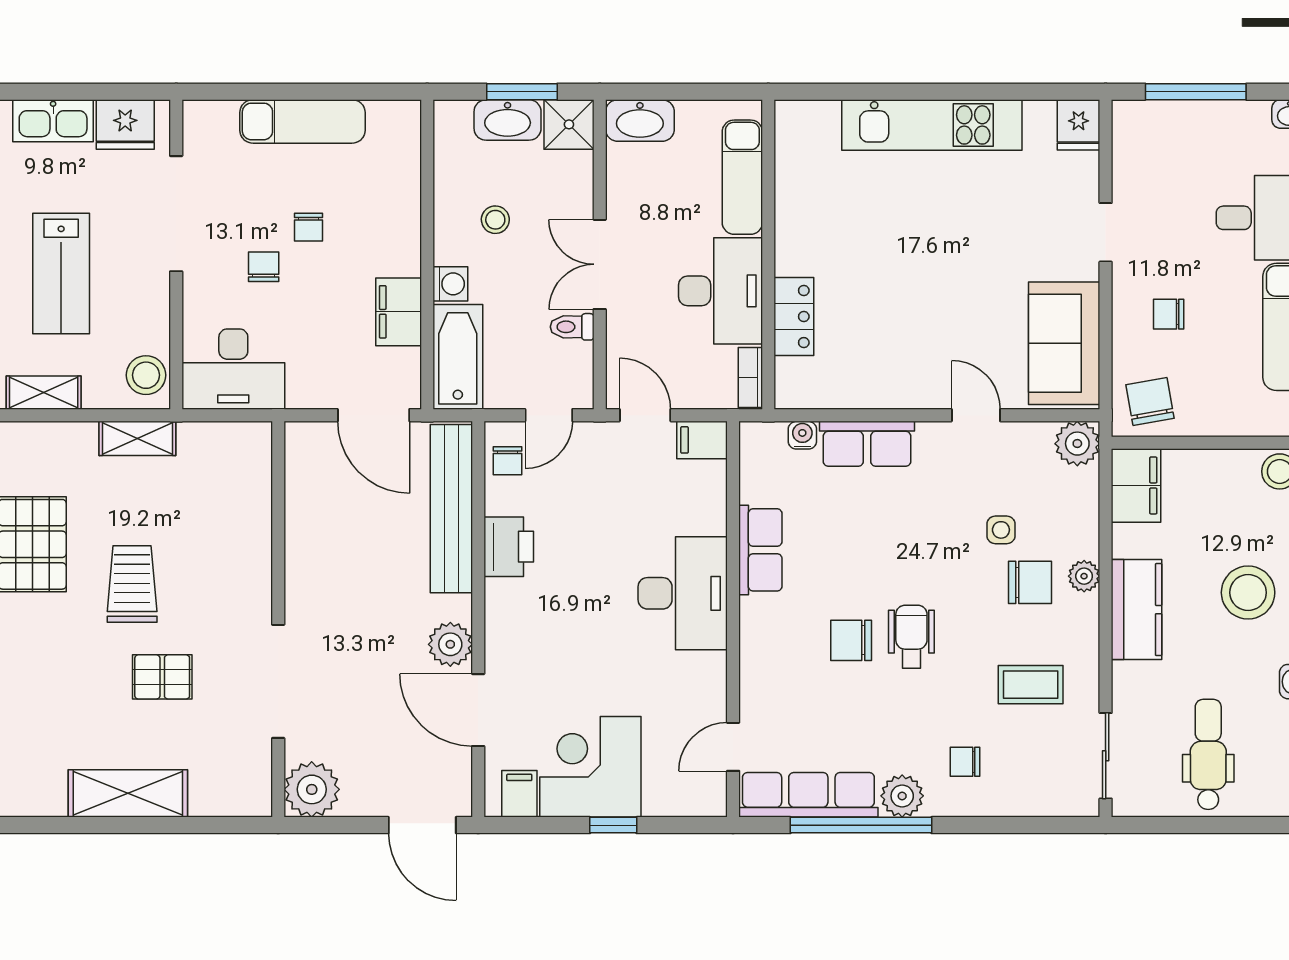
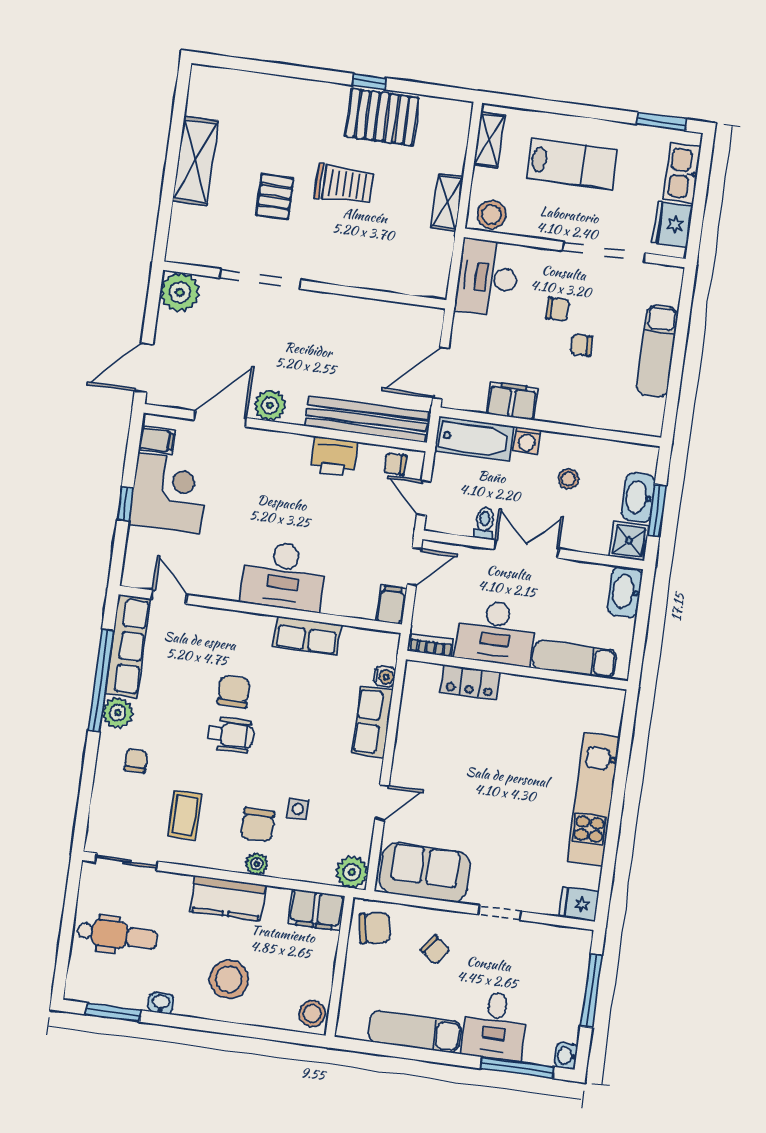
lab bench: (61, 274) -> (572, 164), turned 180
chair: (1169, 314) -> (435, 950), turned 127

